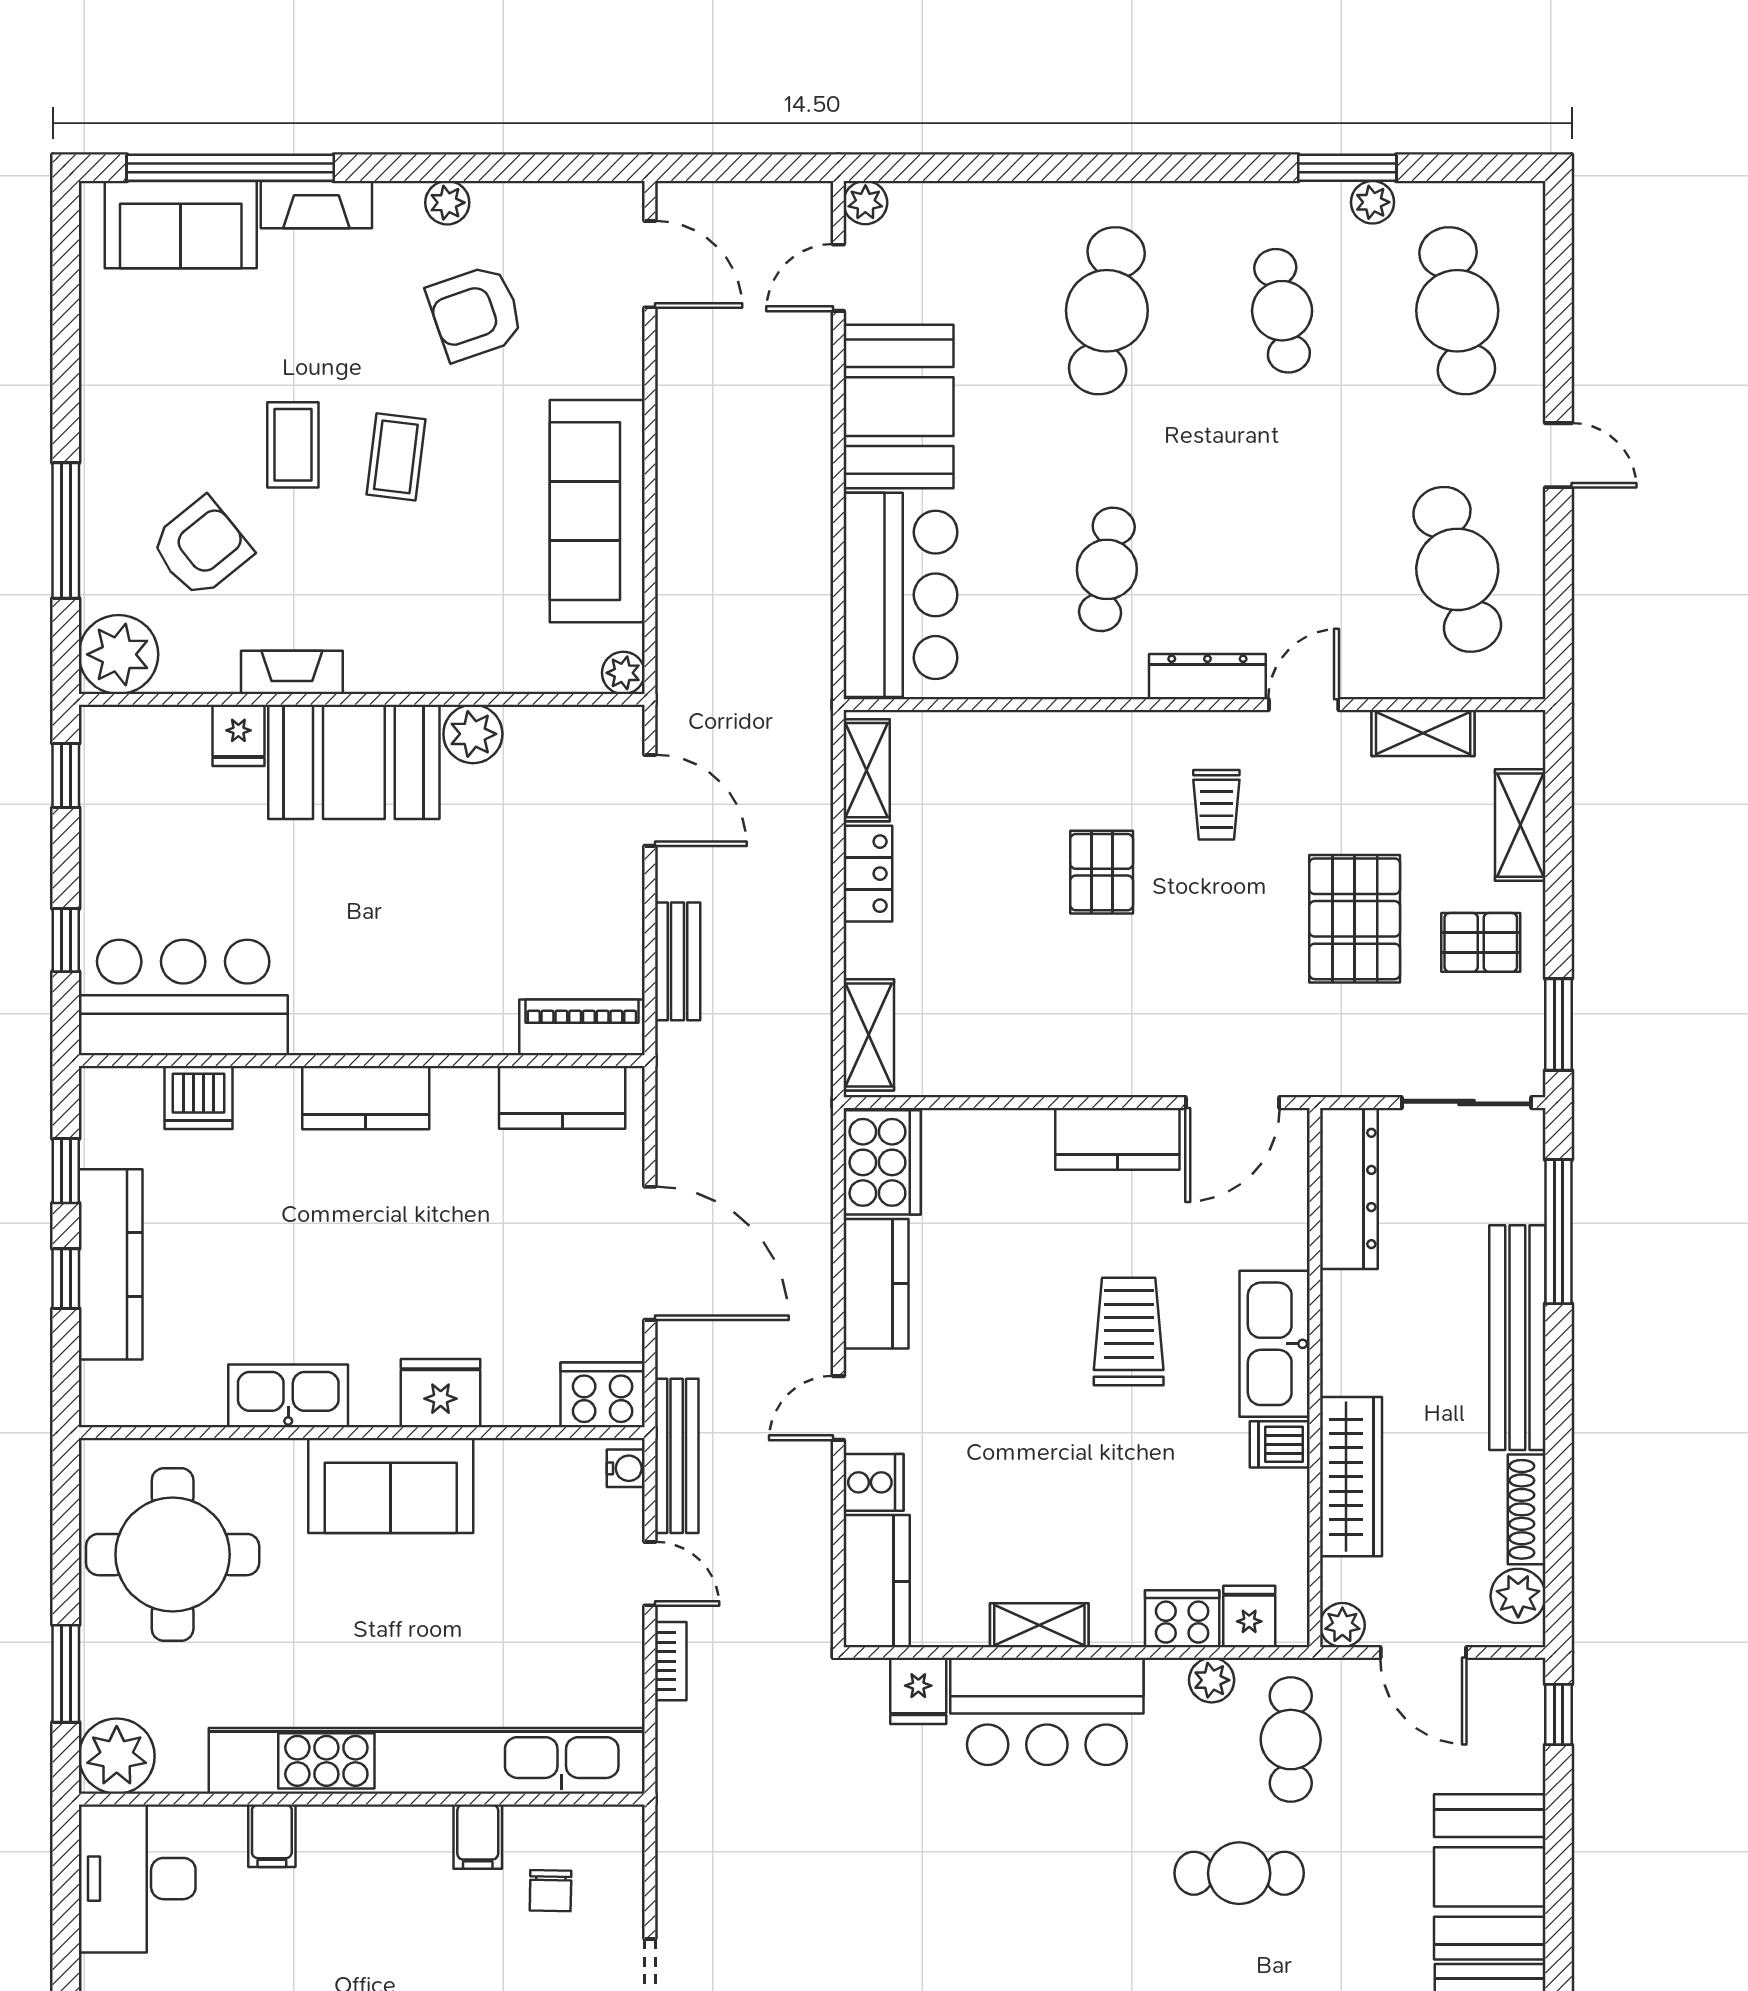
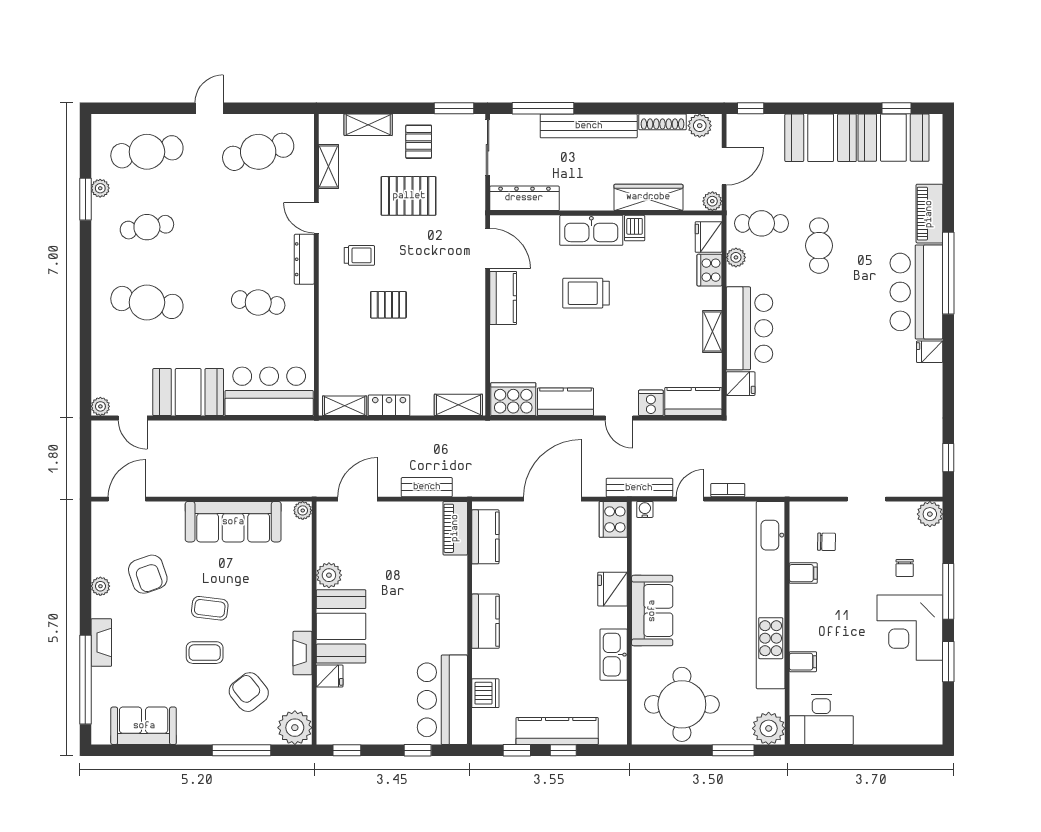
sofa: (181, 225) -> (144, 726), moved, turned -90
fridge: (1249, 1616) -> (709, 237), width x1.38

